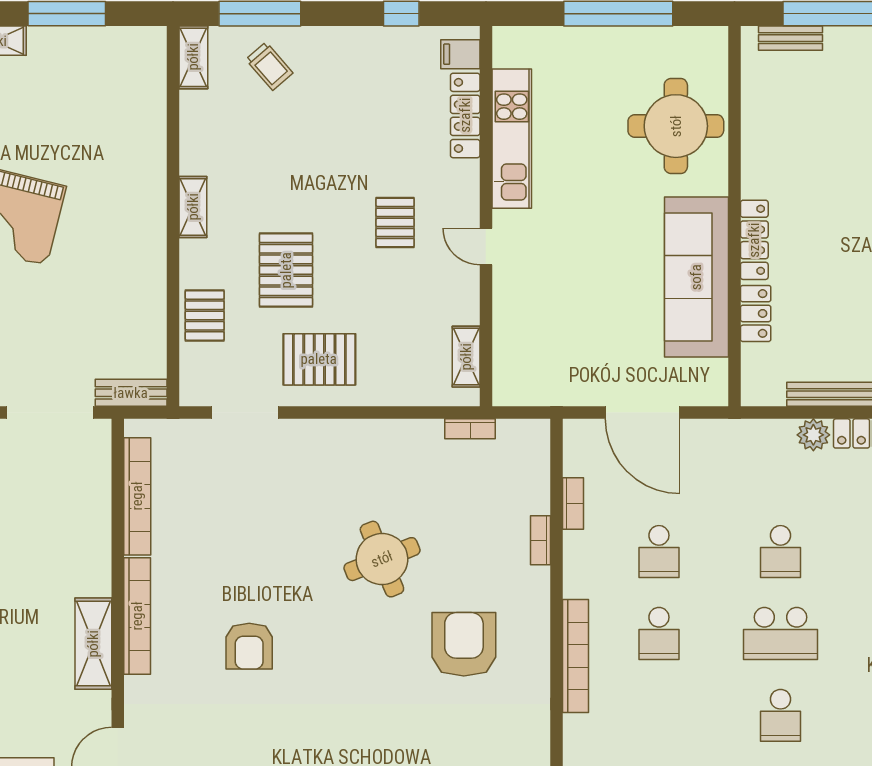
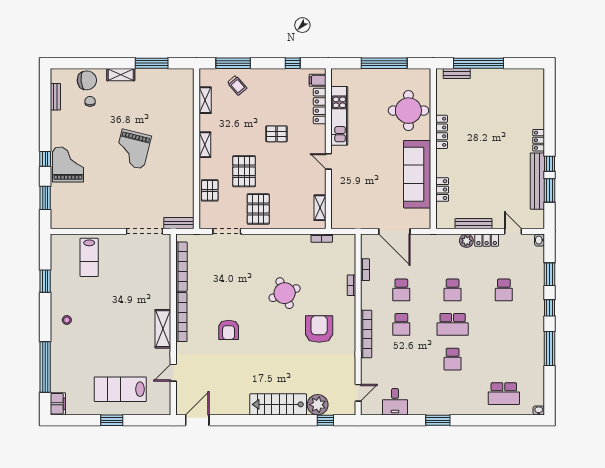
shelving: (193, 57) -> (205, 100), moved
pallet: (395, 222) -> (276, 134), moved, turned 90
locker: (754, 240) -> (442, 132), moved
pallet: (319, 359) -> (258, 209), turned 90

